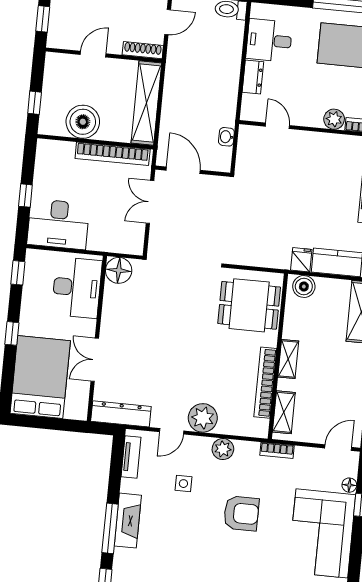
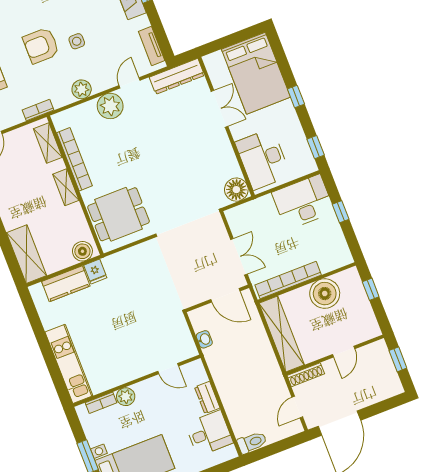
side table: (183, 484) -> (77, 41), moved

